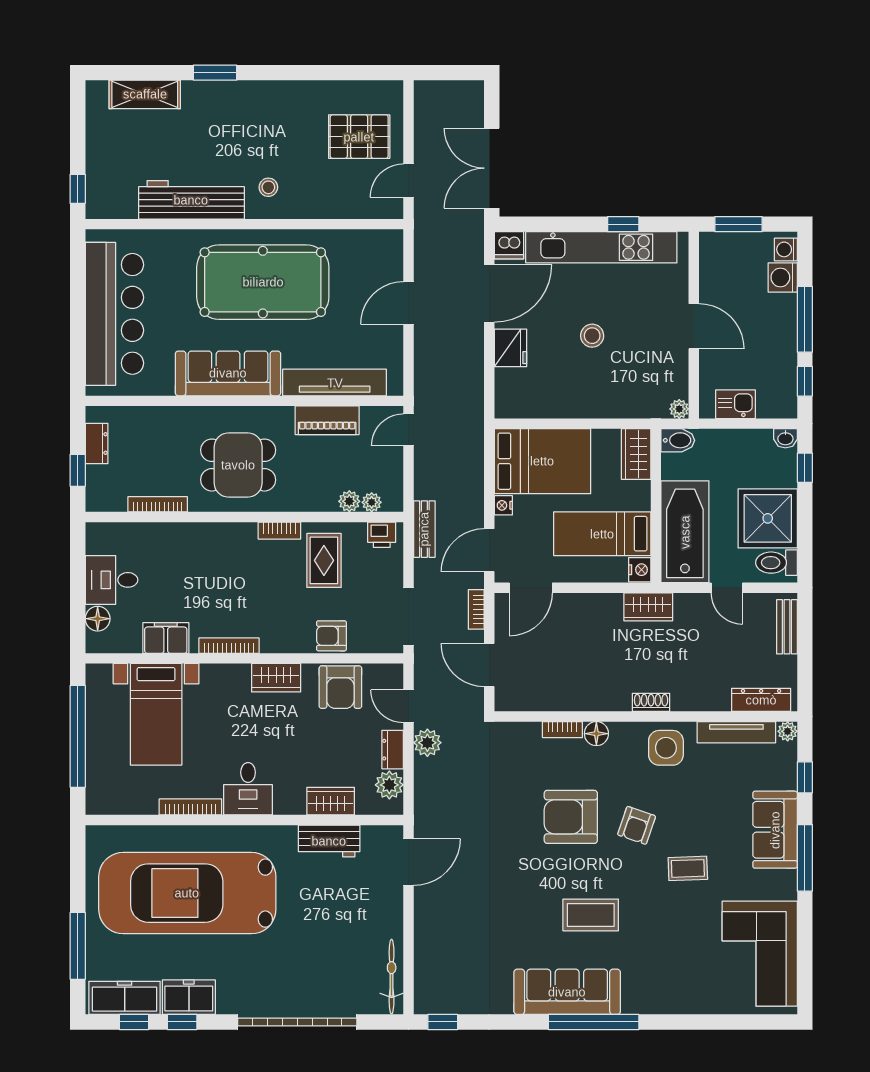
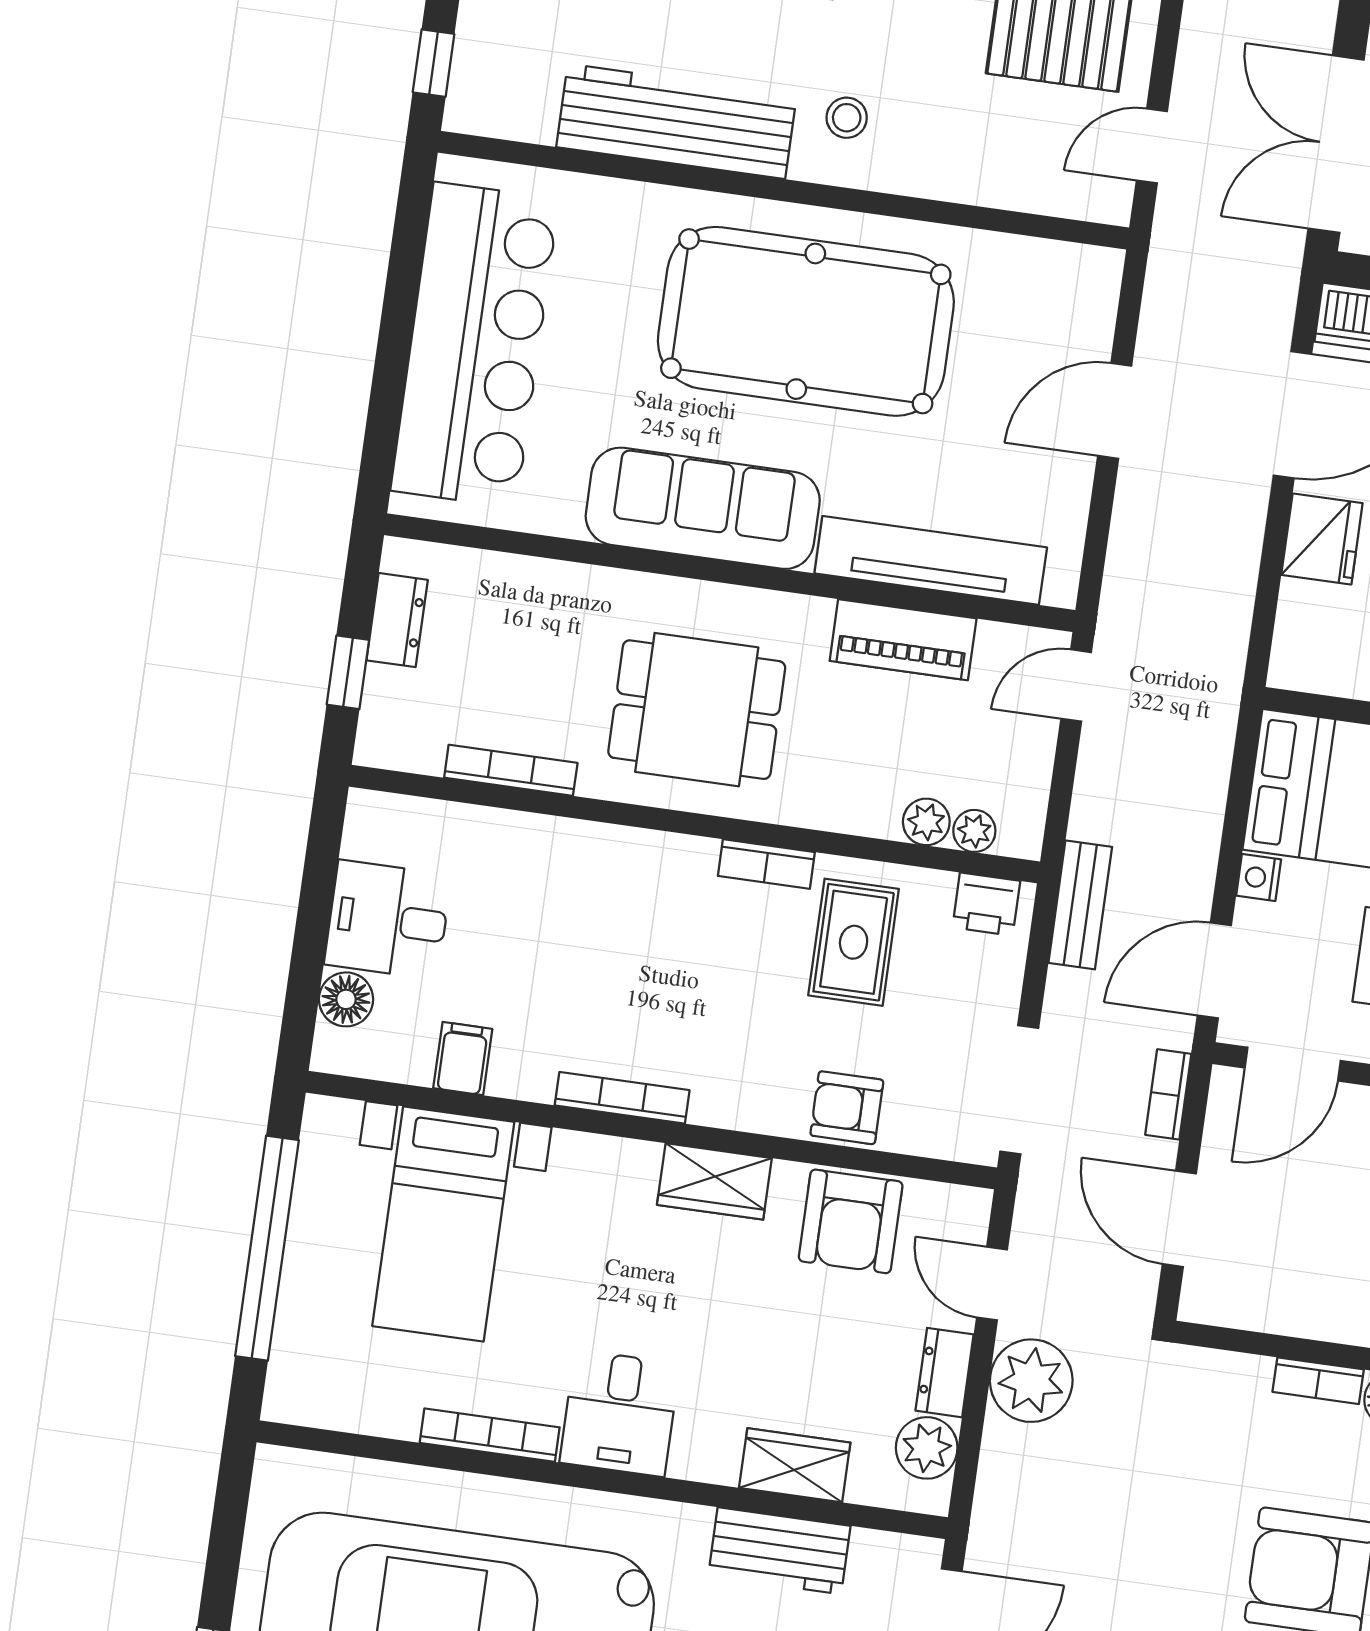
filing cabinet: (166, 638) -> (463, 1059), width x0.50
plant: (427, 743) -> (1031, 1381), width x1.36, depth x1.36

